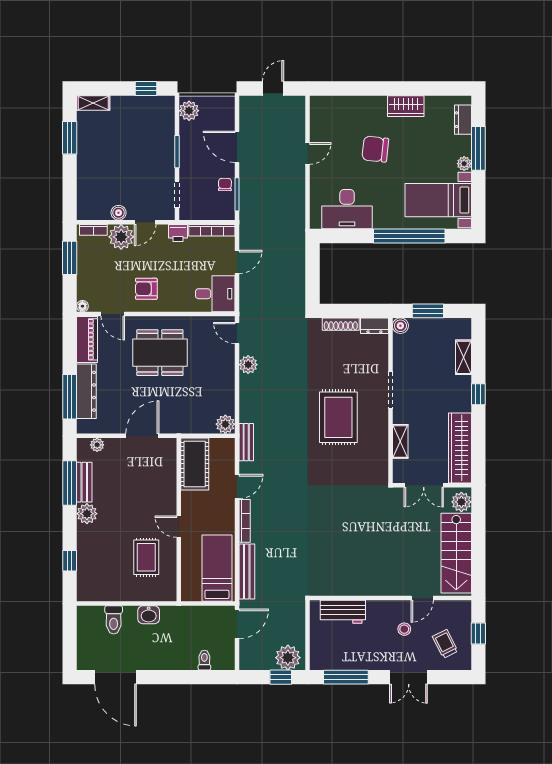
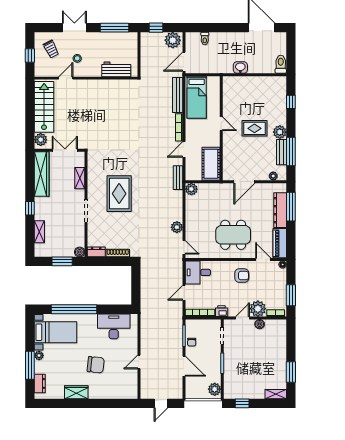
rug: (146, 557) -> (254, 128), moved, turned 90
toilet: (114, 620) -> (281, 64), moved
plant: (288, 658) -> (173, 40), moved

